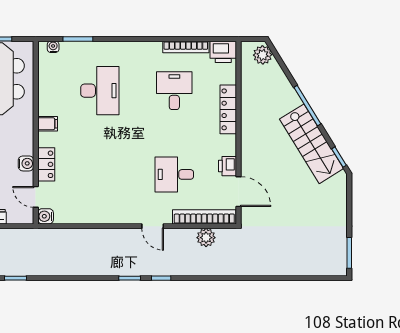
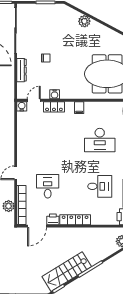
locker: (228, 109) -> (75, 220), moved

